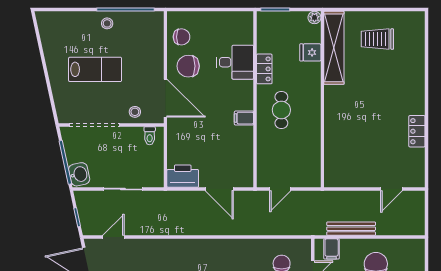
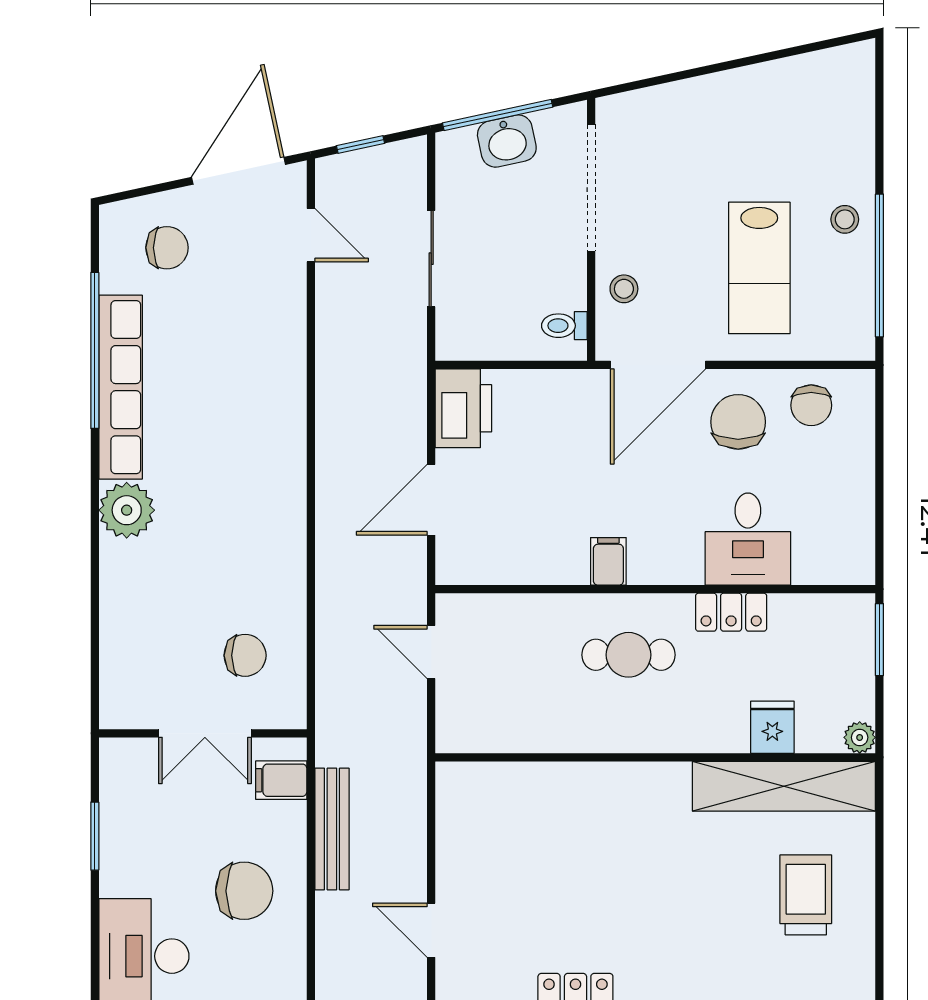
lab bench: (95, 69) -> (759, 268), moved
washbasin: (79, 174) -> (507, 141), moved

